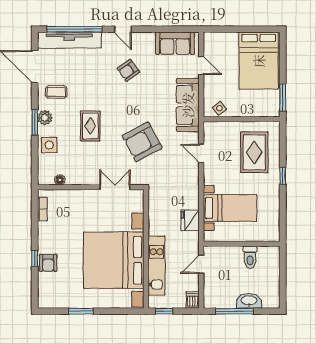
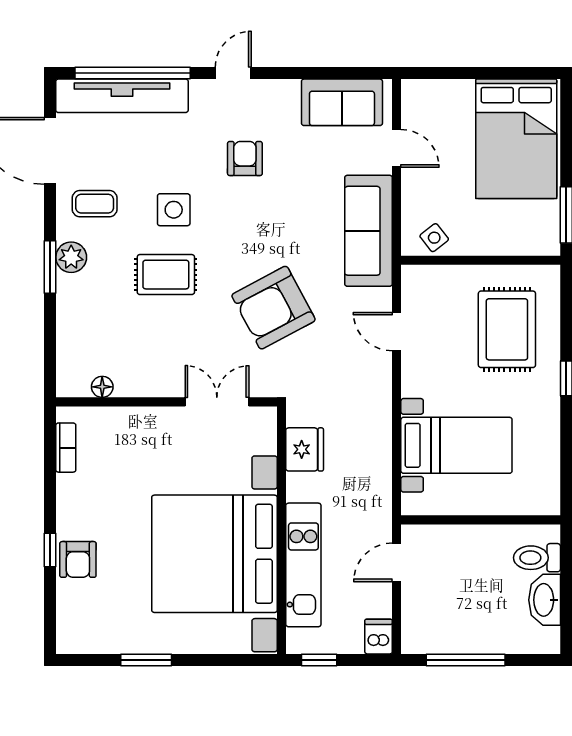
door: (123, 29) -> (233, 73), swing flipped
armchair: (128, 70) -> (245, 159), turned 126
rug: (90, 126) -> (166, 275), turned 90
side table: (49, 145) -> (174, 210), moved
fridge: (190, 220) -> (305, 449), moved, turned 180
toilet: (250, 257) -> (537, 558), moved, turned 90
washbasin: (249, 301) -> (545, 600), moved, turned -90

